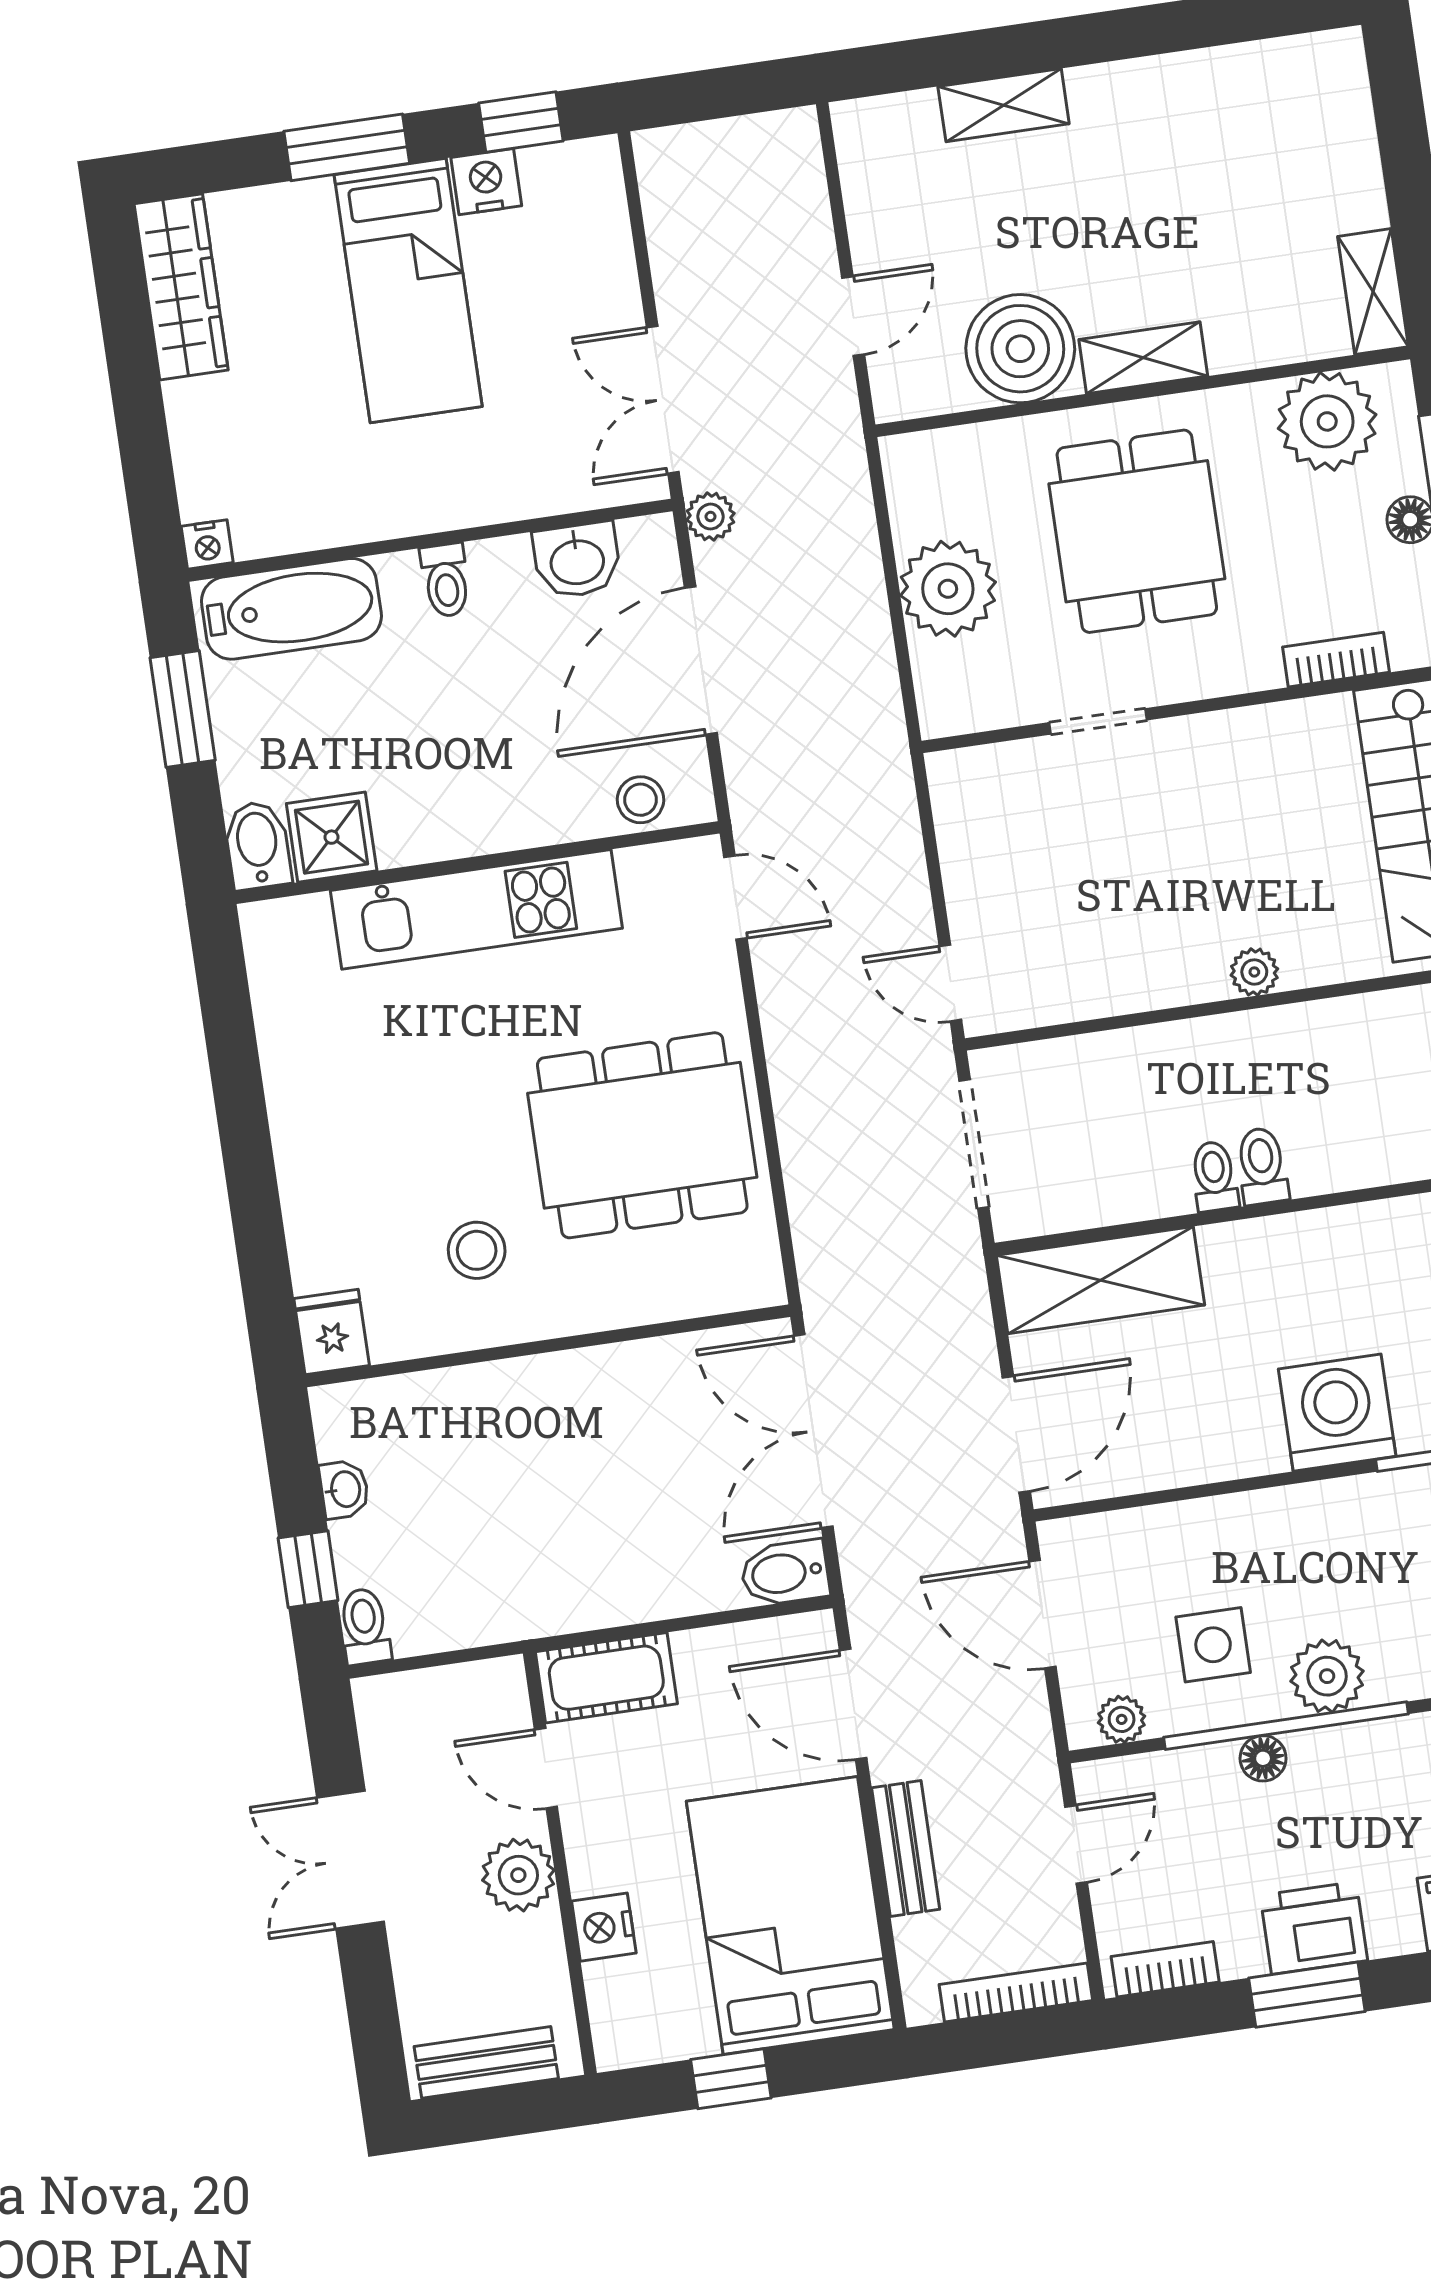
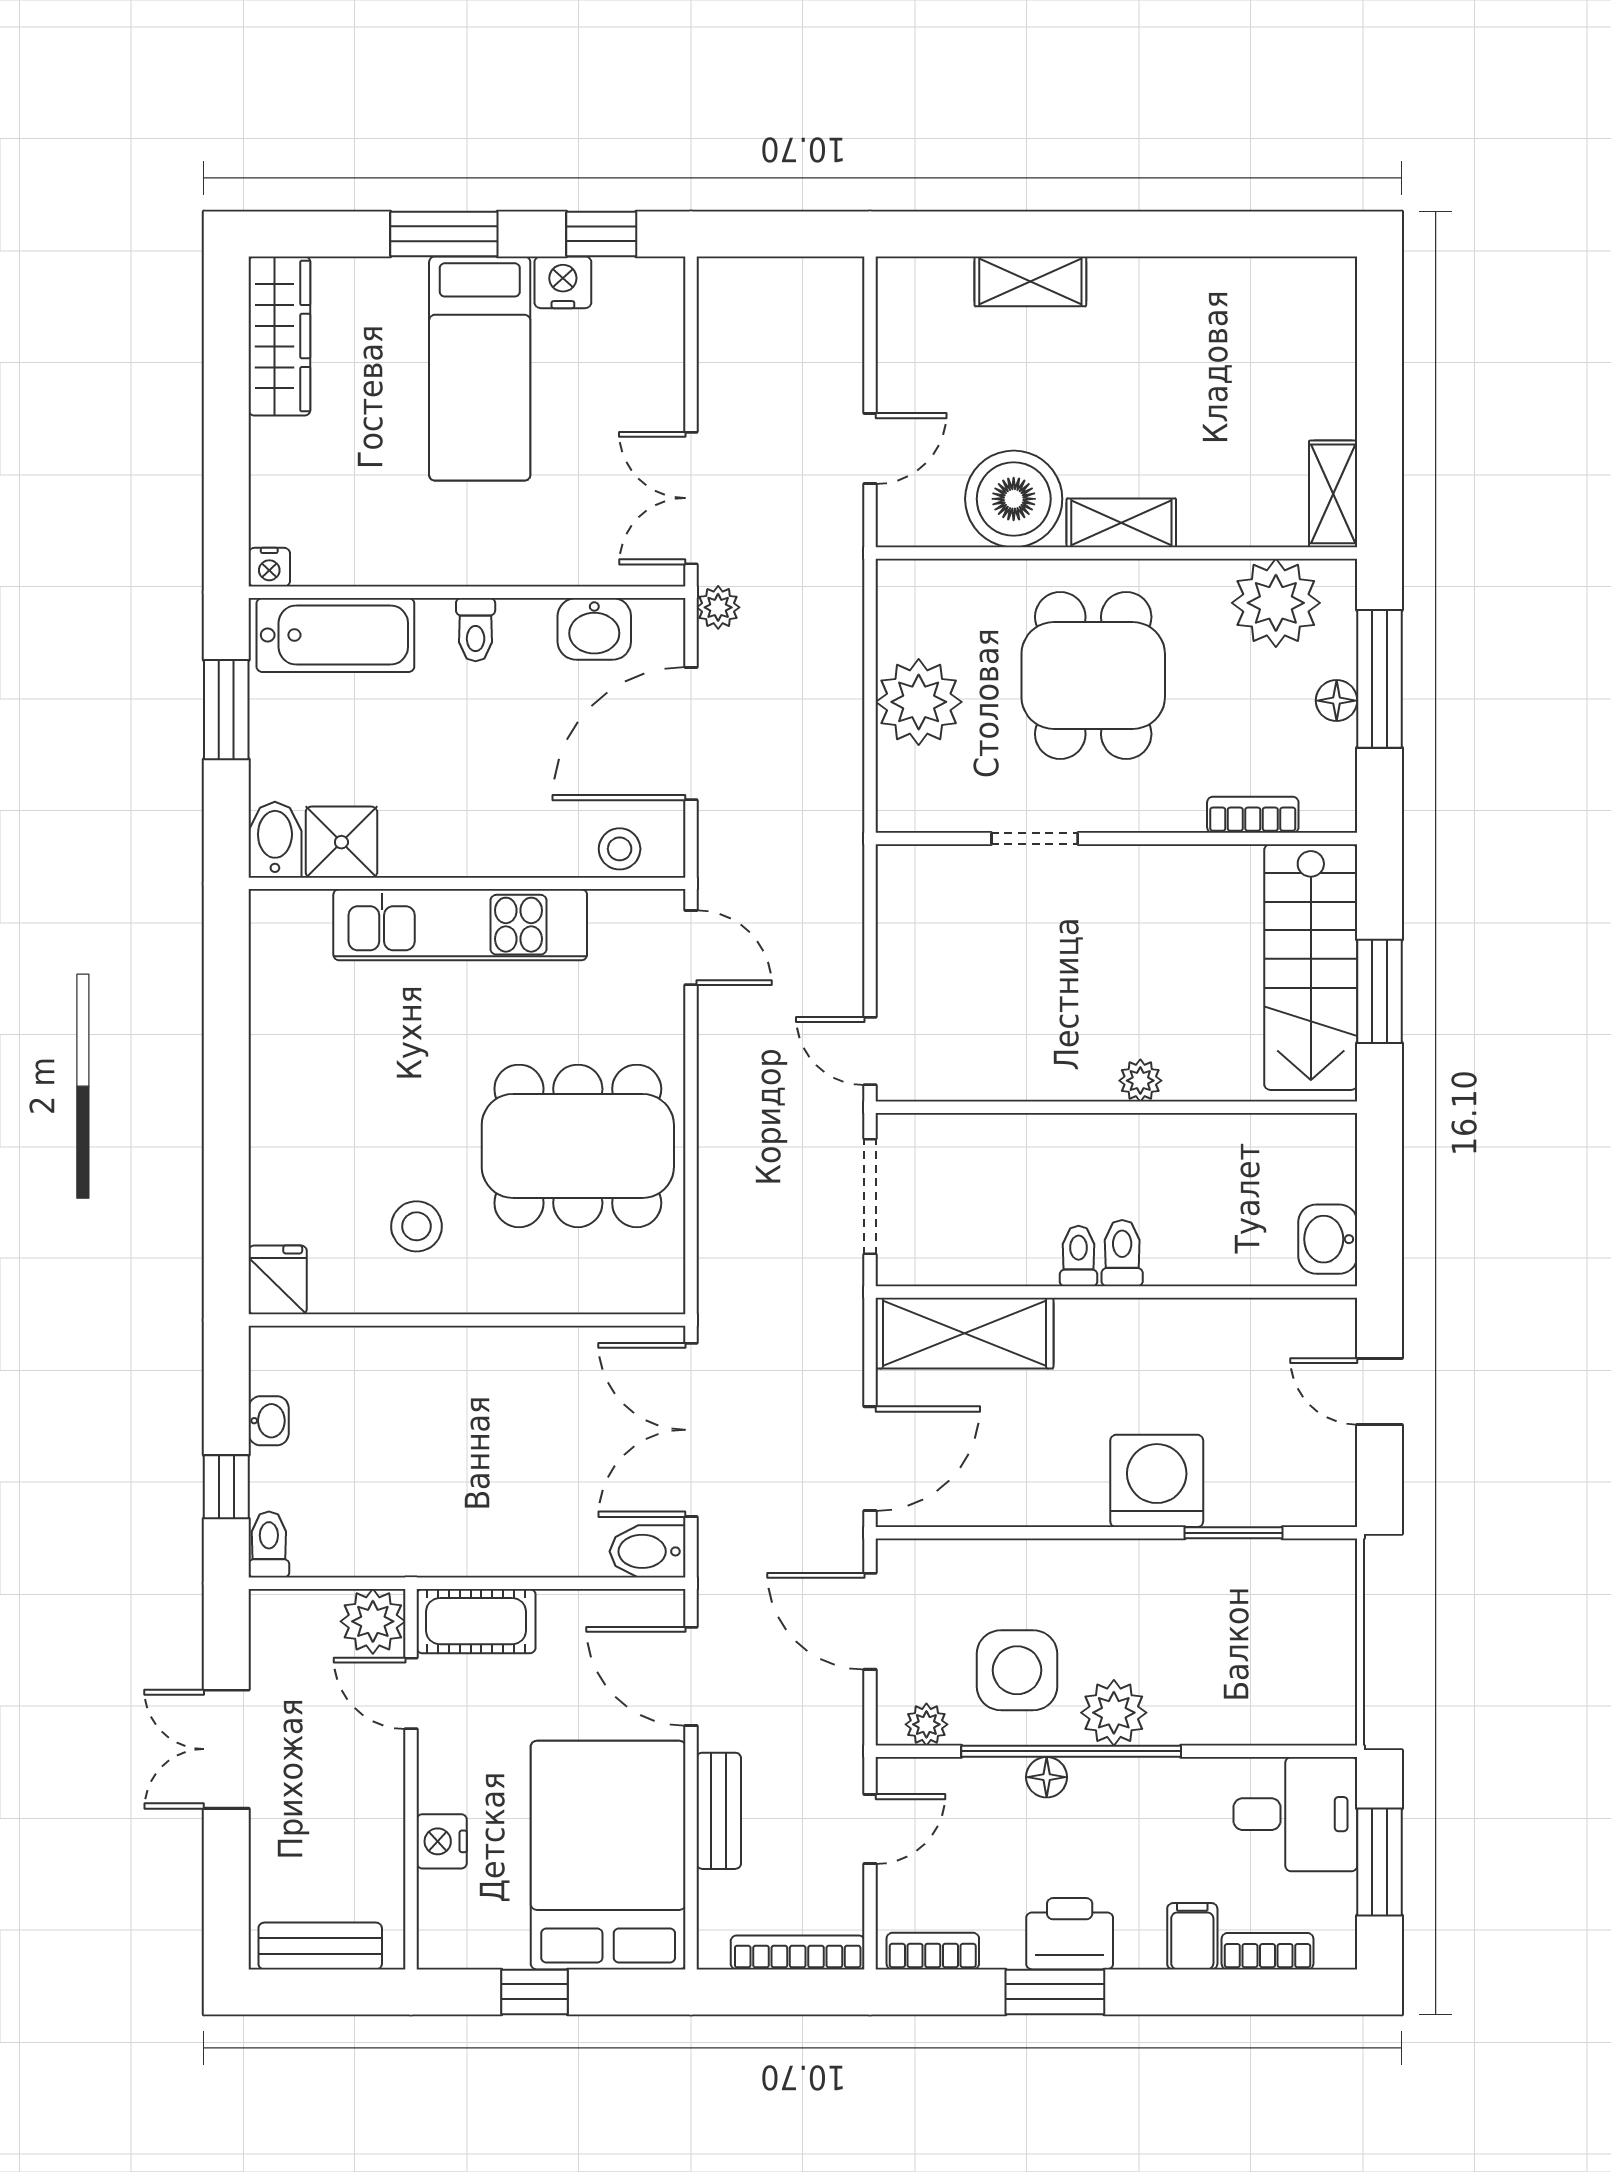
side table: (1213, 1645) -> (1017, 1670), width x1.37, depth x1.37
plant: (518, 1875) -> (373, 1621), moved

